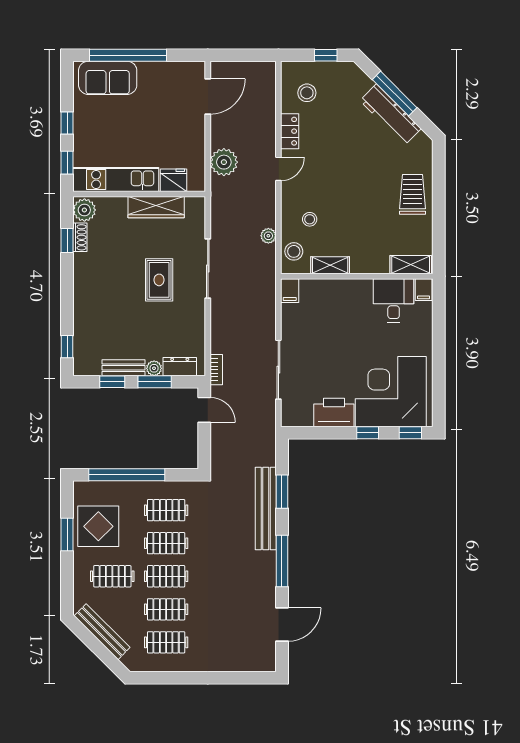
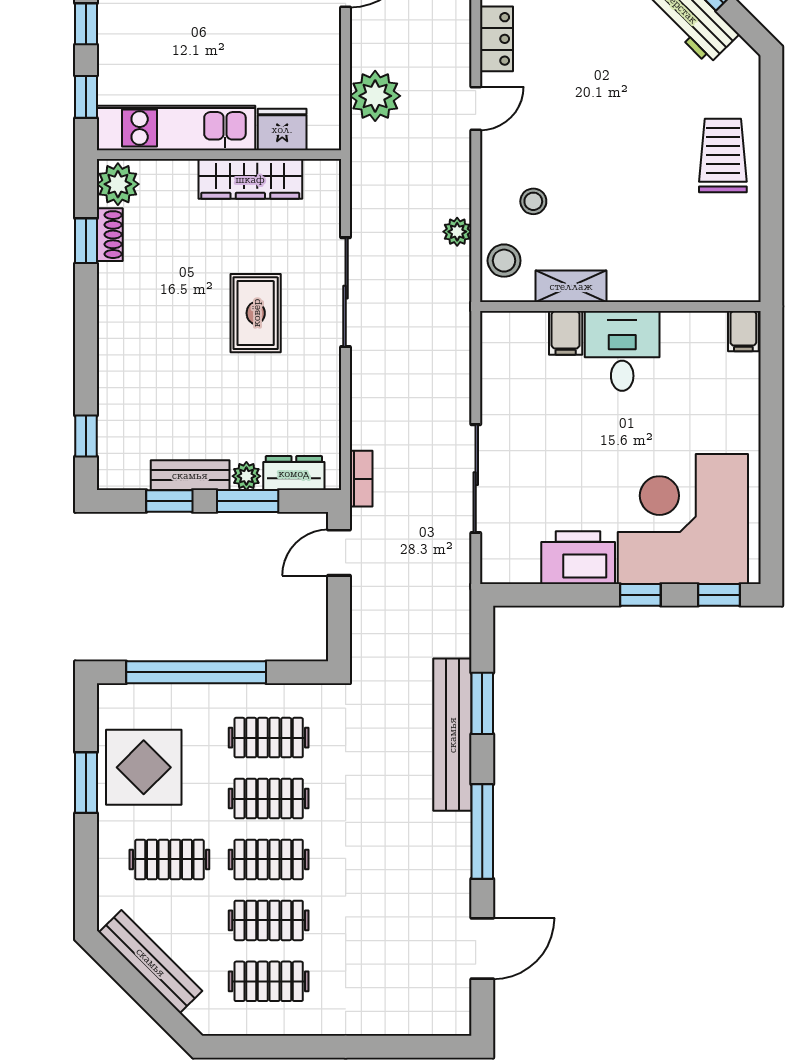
shelving: (411, 265) -> (720, 285), removed
filing cabinet: (290, 291) -> (566, 333), moved
desk: (394, 300) -> (622, 351), moved
door: (204, 410) -> (339, 553), swing flipped

